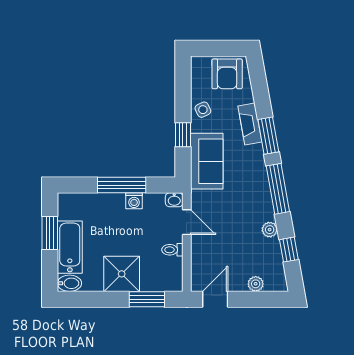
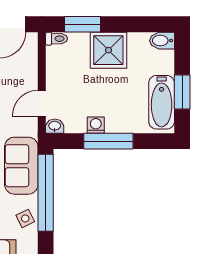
window: (183, 135) -> (46, 193), width x3.17
door: (187, 222) -> (42, 103), hinge flipped
bathtub: (70, 247) -> (162, 102), moved
toilet: (172, 250) -> (56, 39), moved

